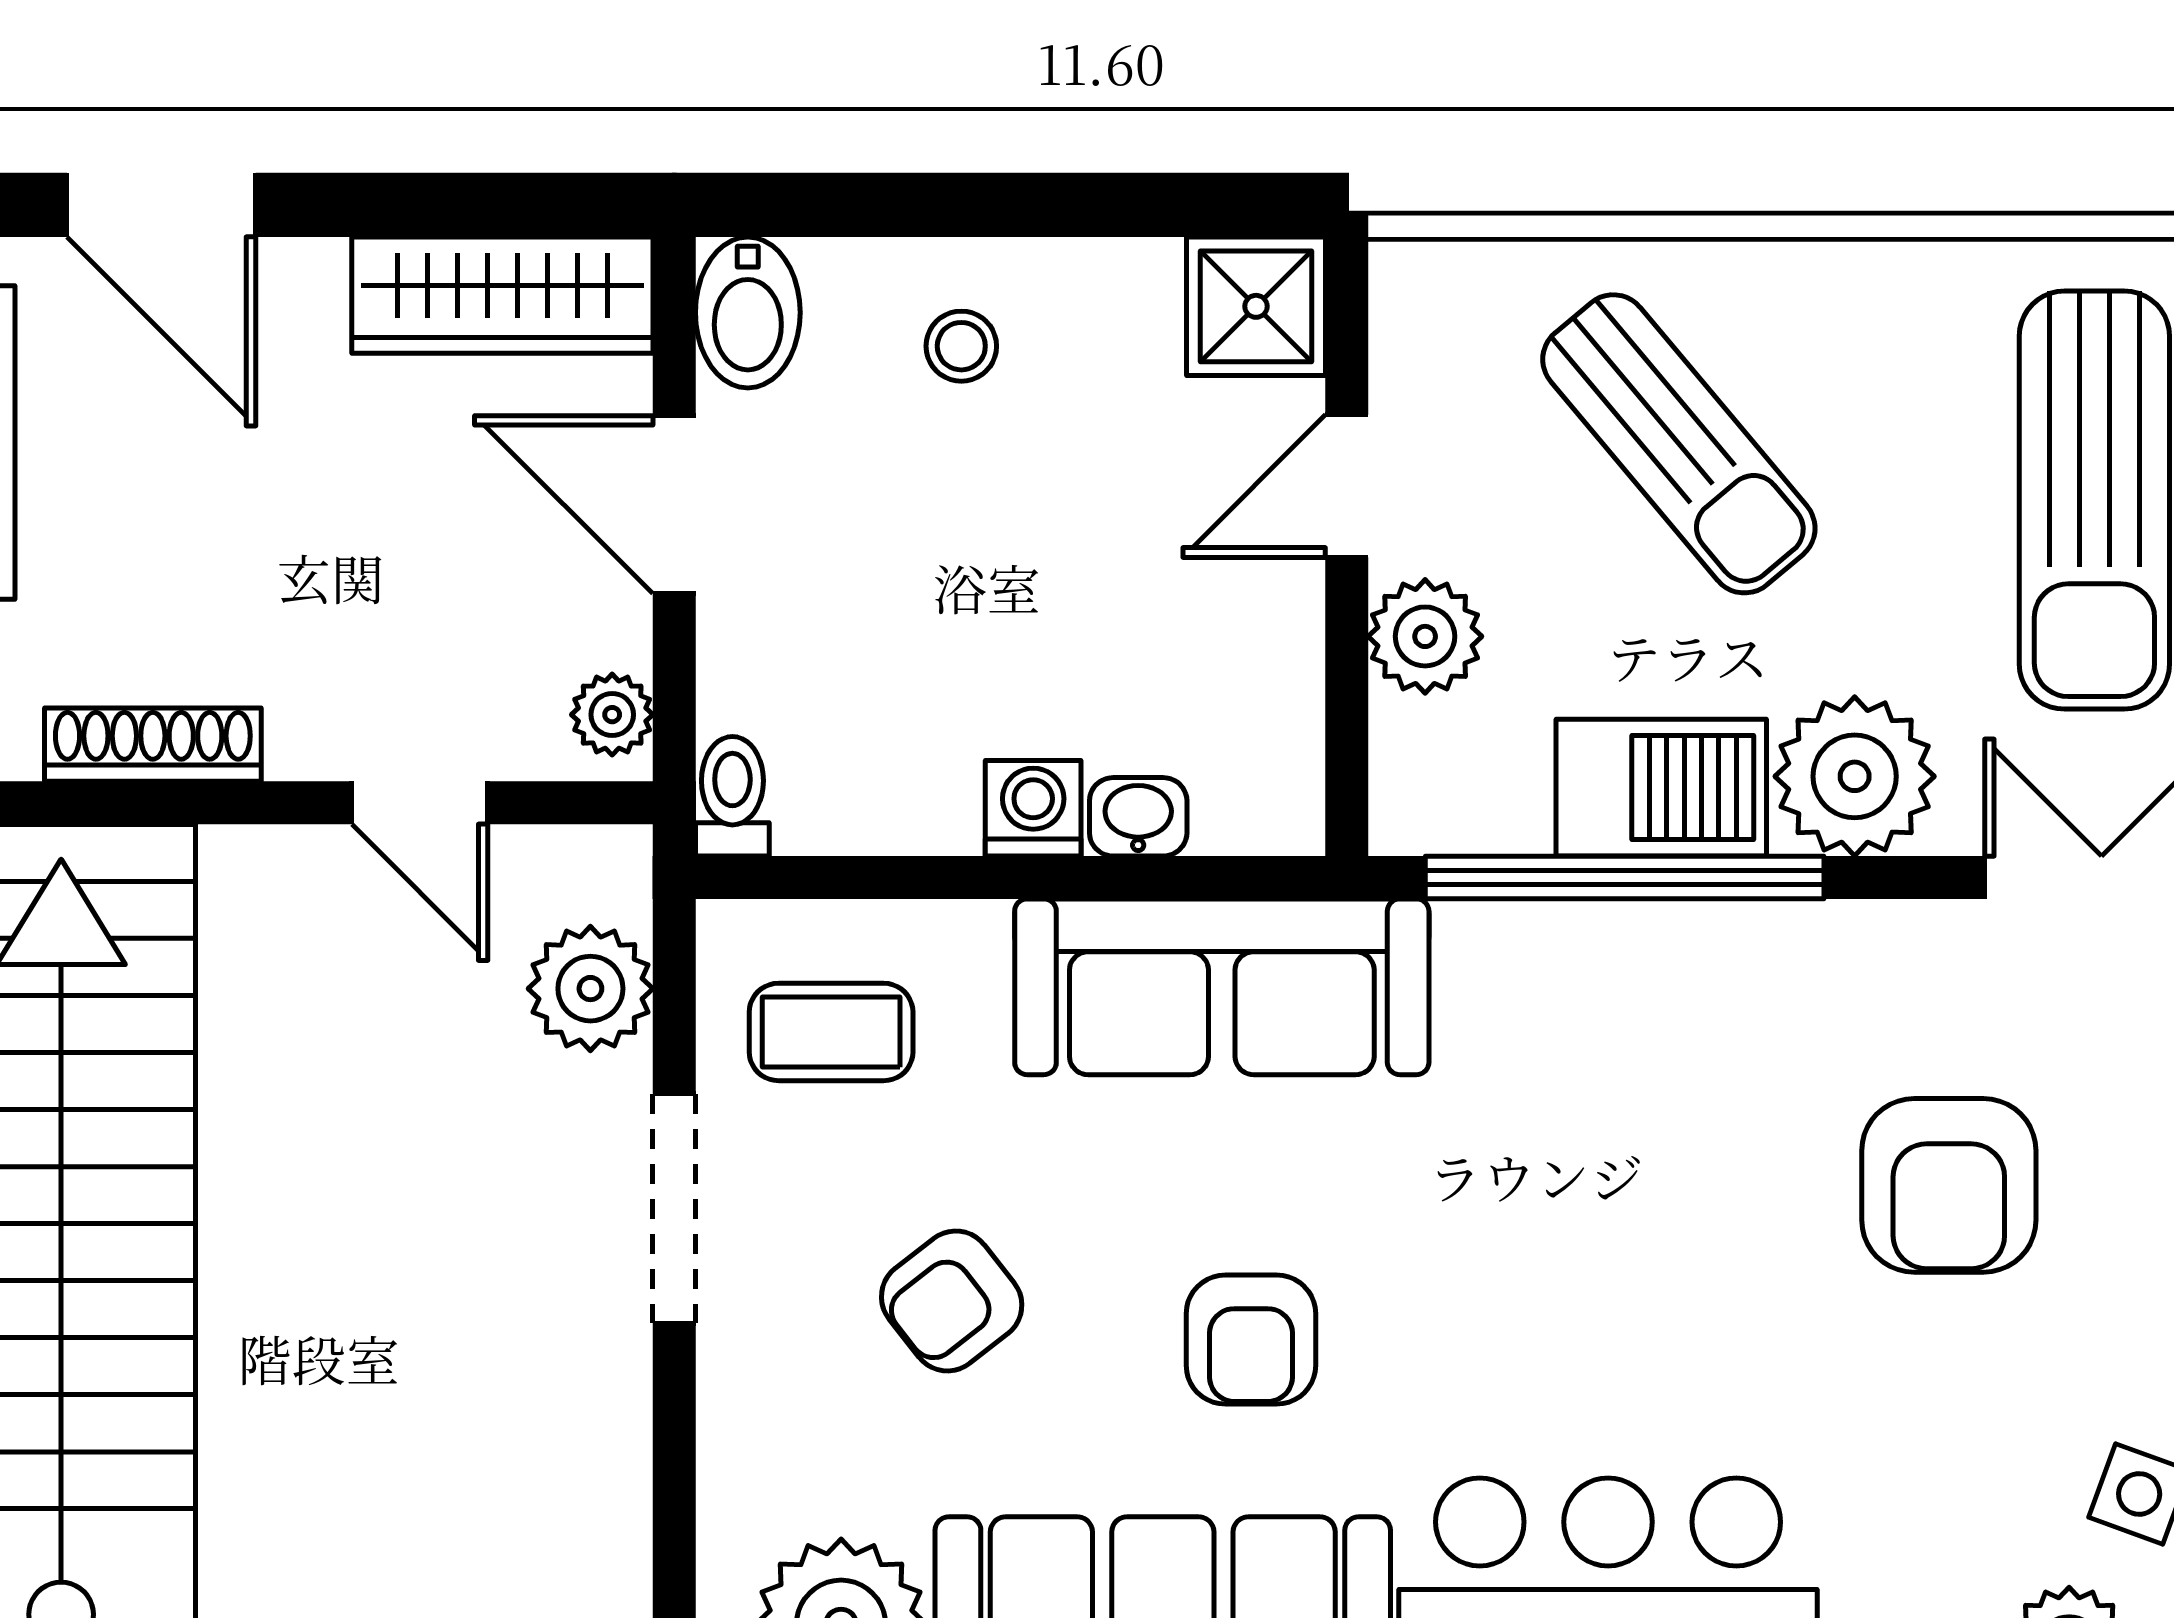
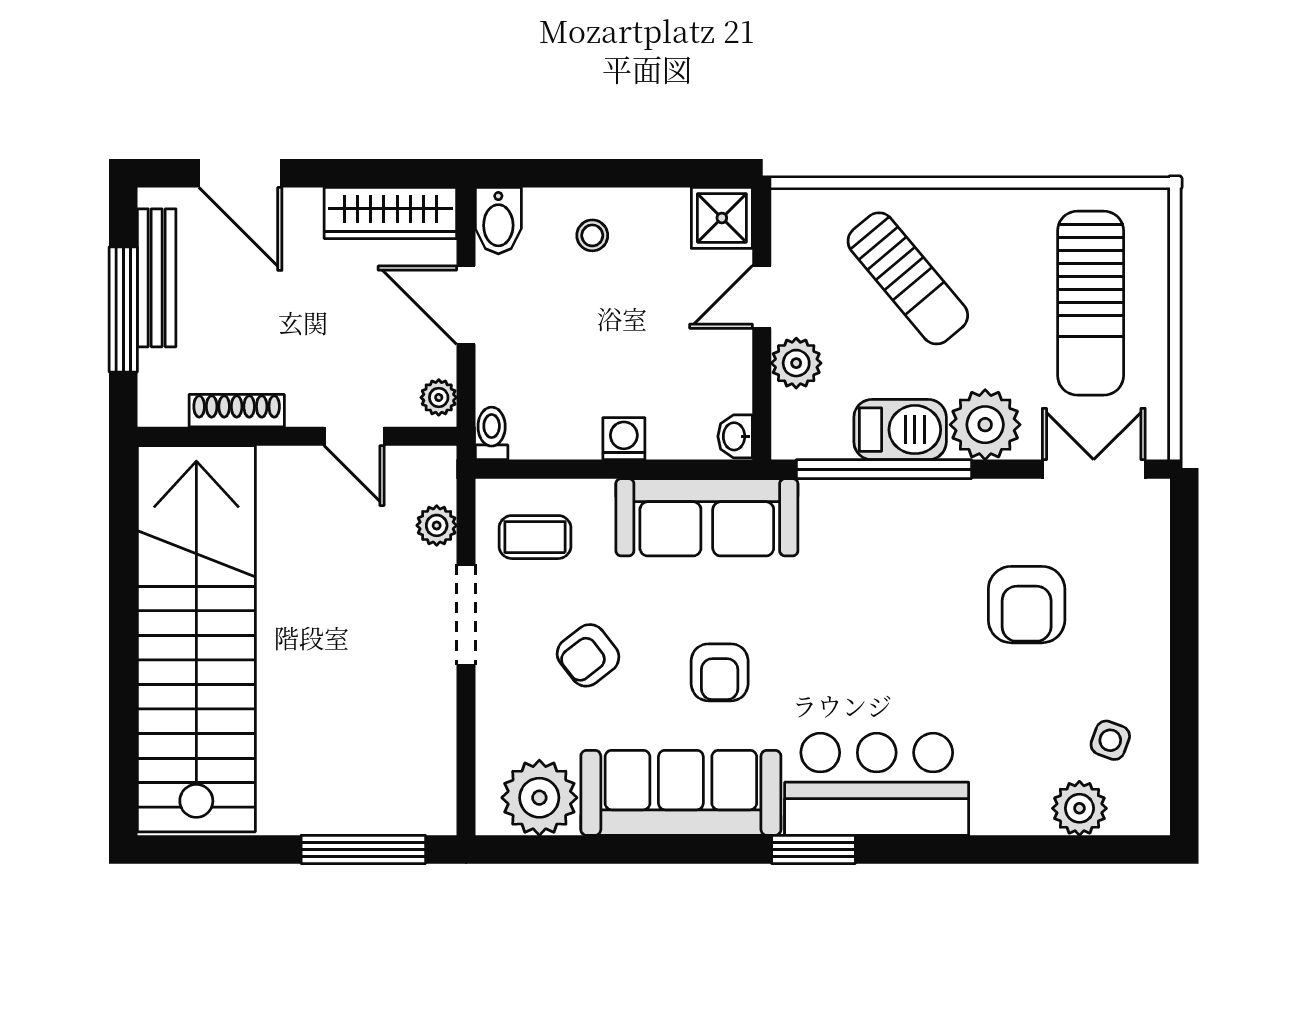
washbasin: (1138, 817) -> (735, 436), moved, turned -90
plant: (590, 989) -> (437, 525), width x0.73, depth x0.73

